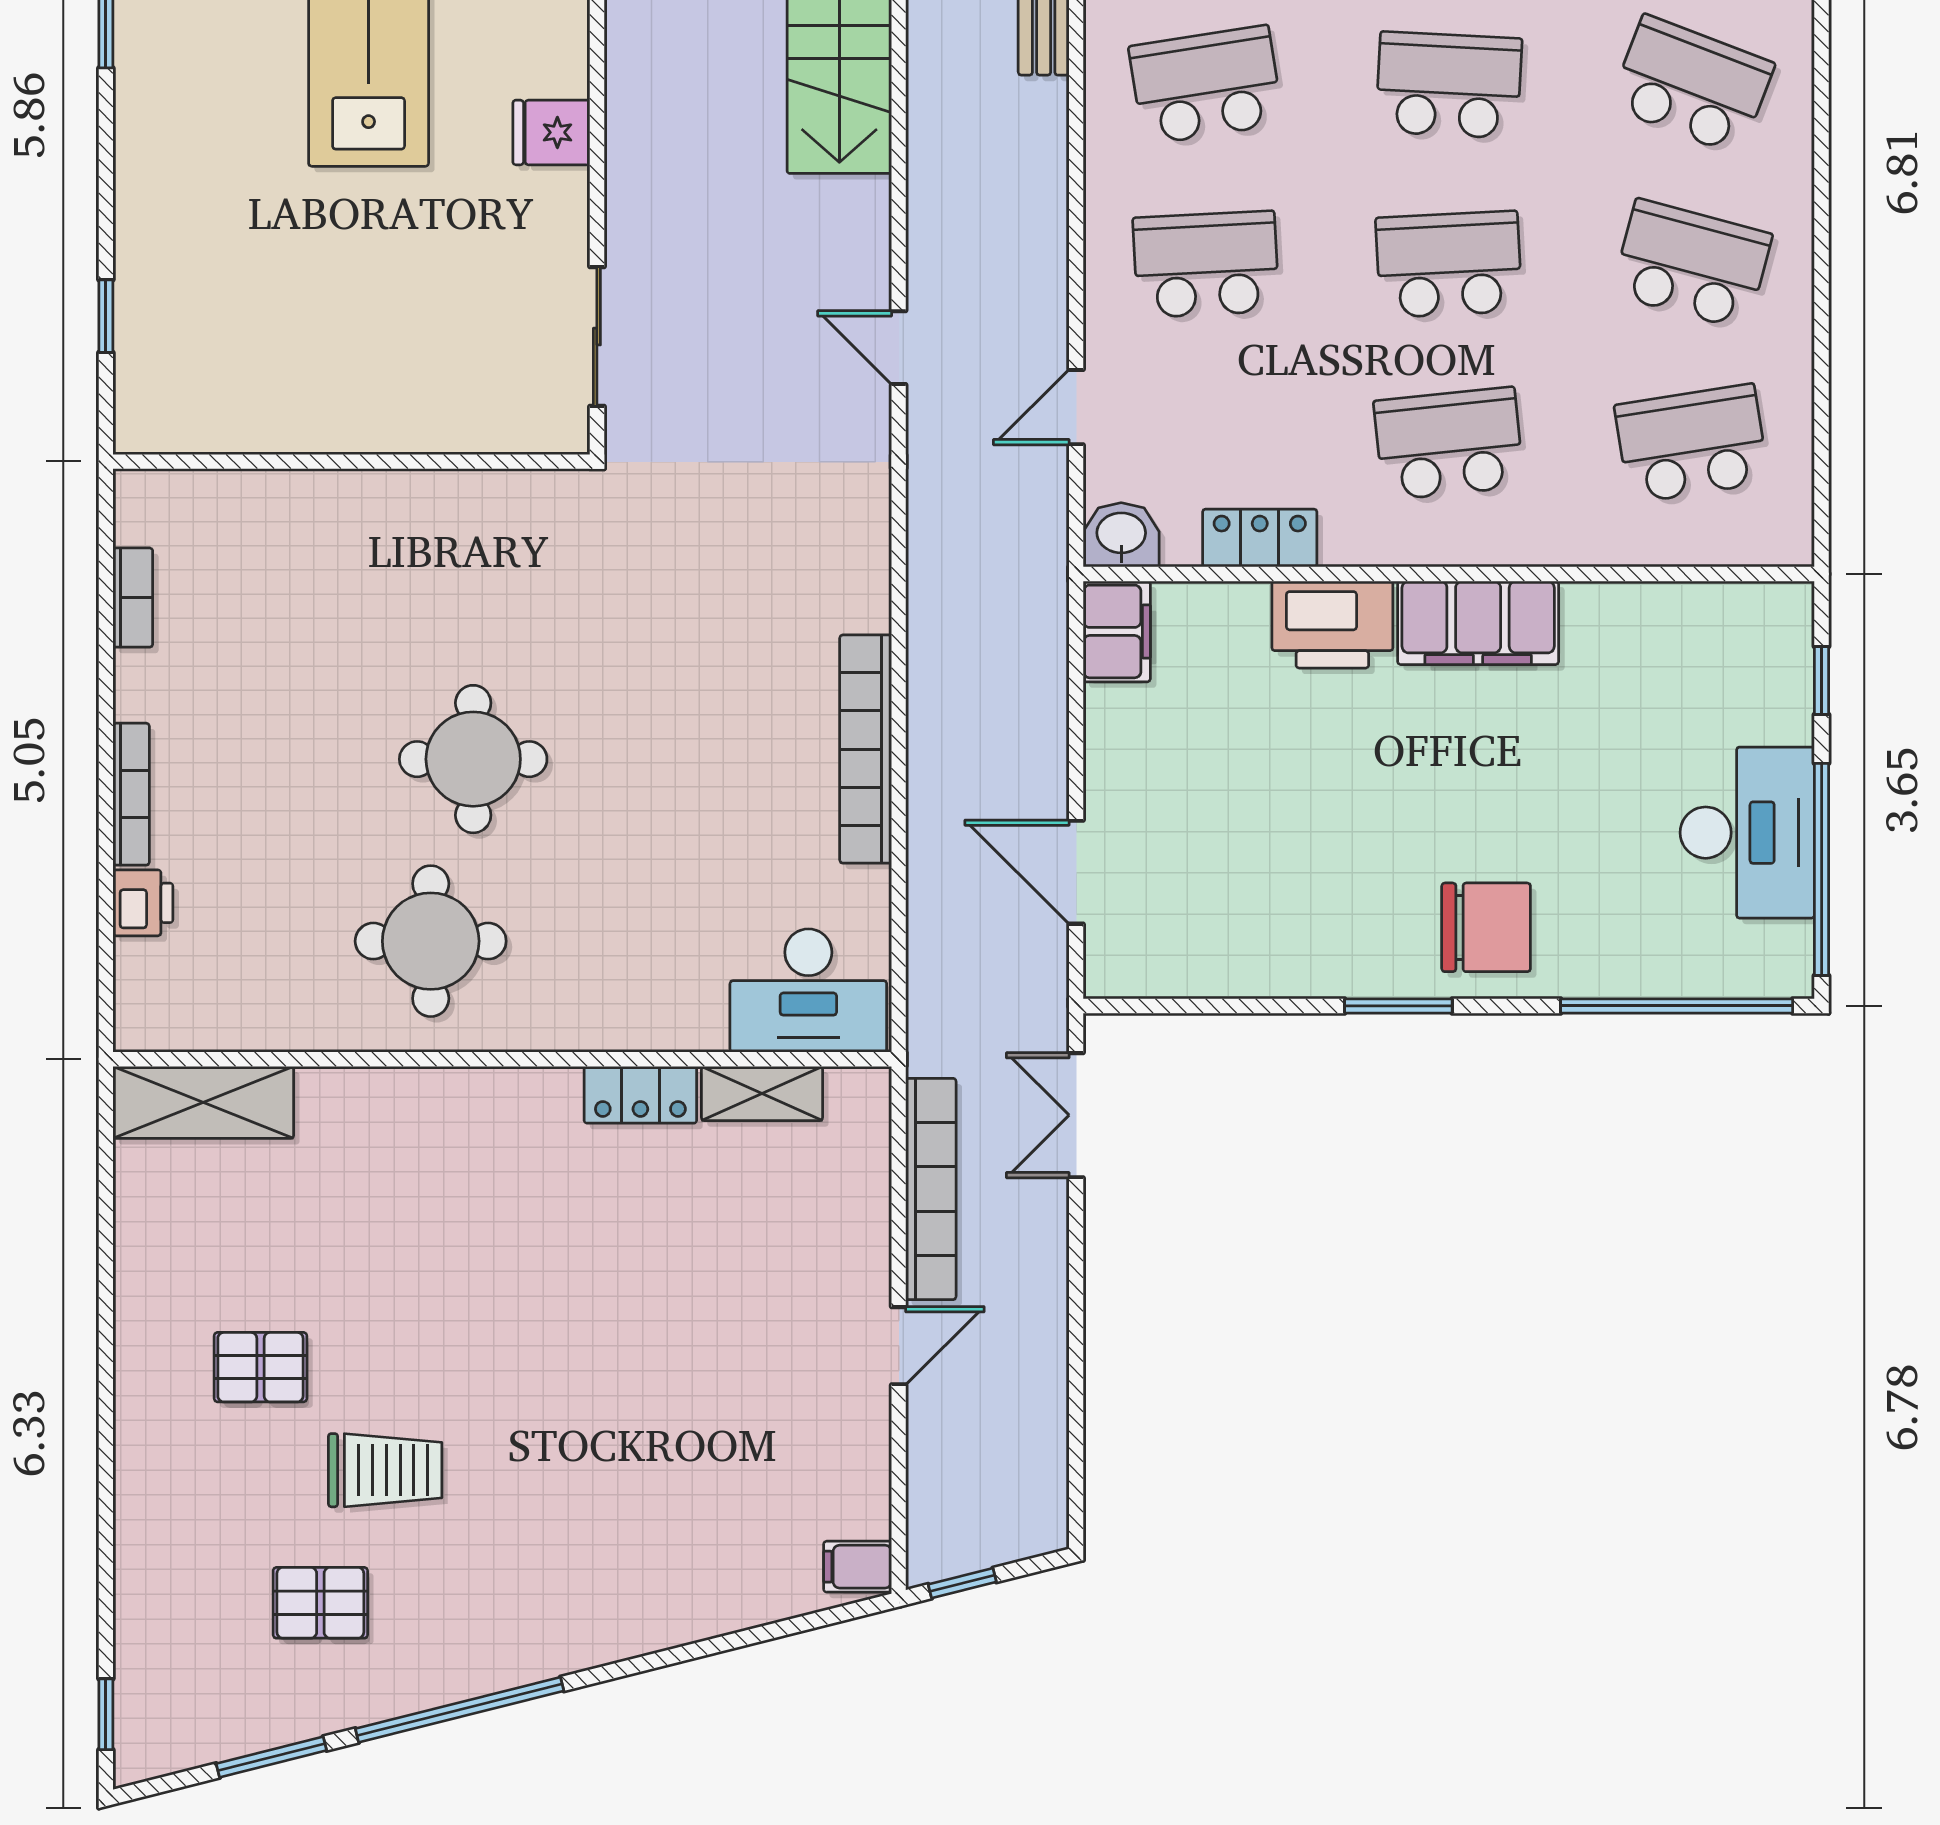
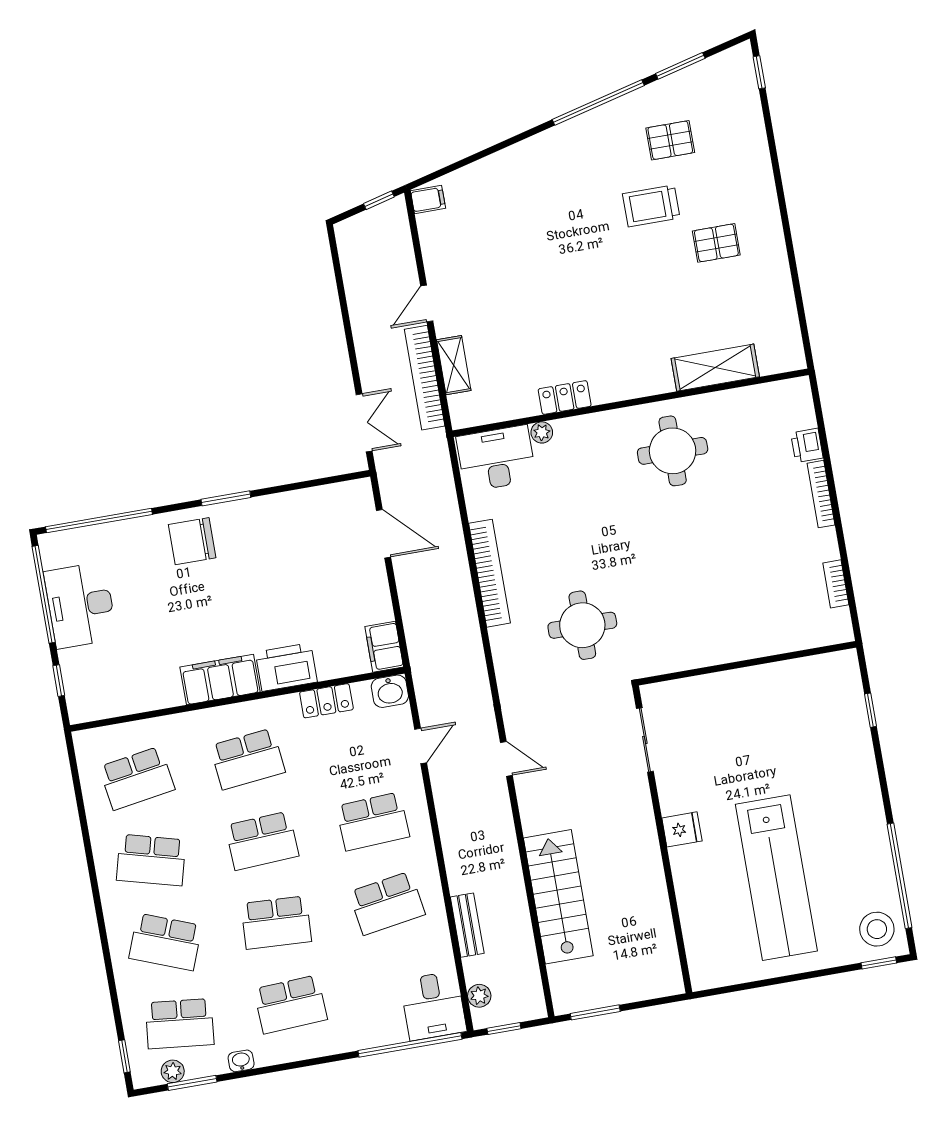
round table: (473, 759) -> (582, 625), moved
plant: (702, 1029) -> (542, 432), added
shelving: (762, 1094) -> (454, 365), moved, turned 90
shelving: (203, 1102) -> (715, 368), moved

